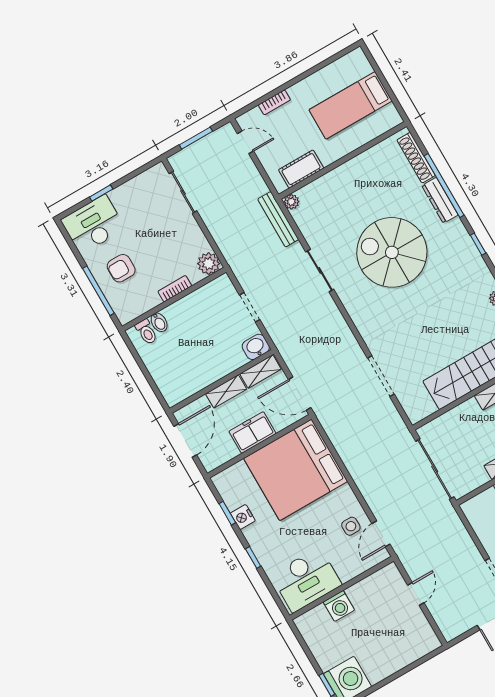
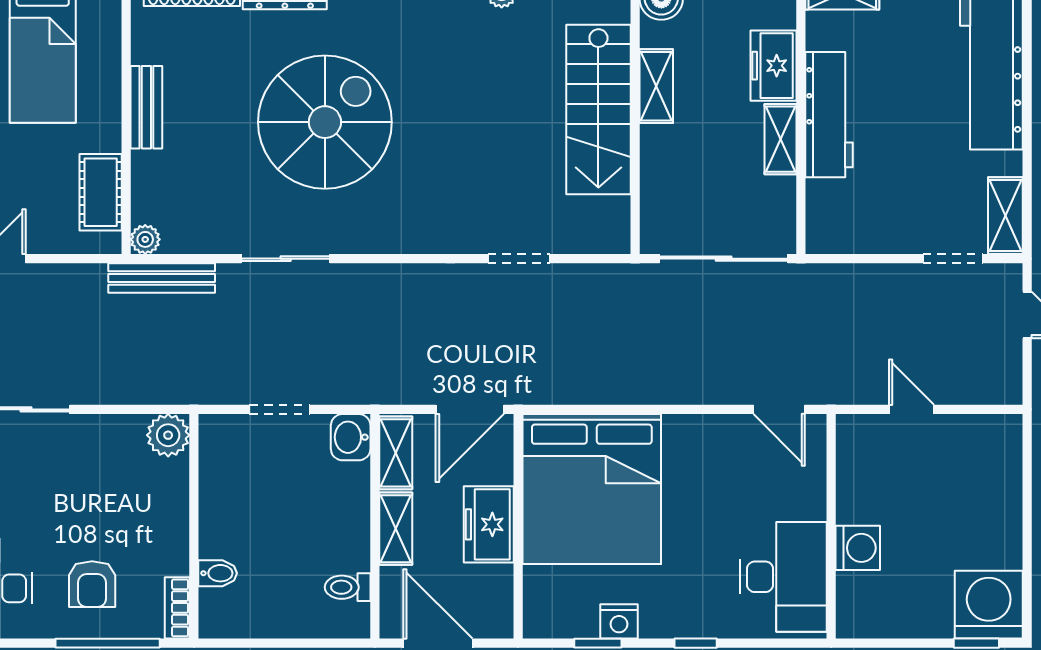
bench: (352, 167) -> (146, 107), added
spiral stairs: (392, 252) -> (325, 122), turned 180
bookcase: (175, 289) -> (177, 608), moved
toilet: (146, 332) -> (348, 587), moved, turned 180
doorway: (381, 376) -> (519, 259), width x0.73
side table: (351, 526) -> (738, 452), removed

